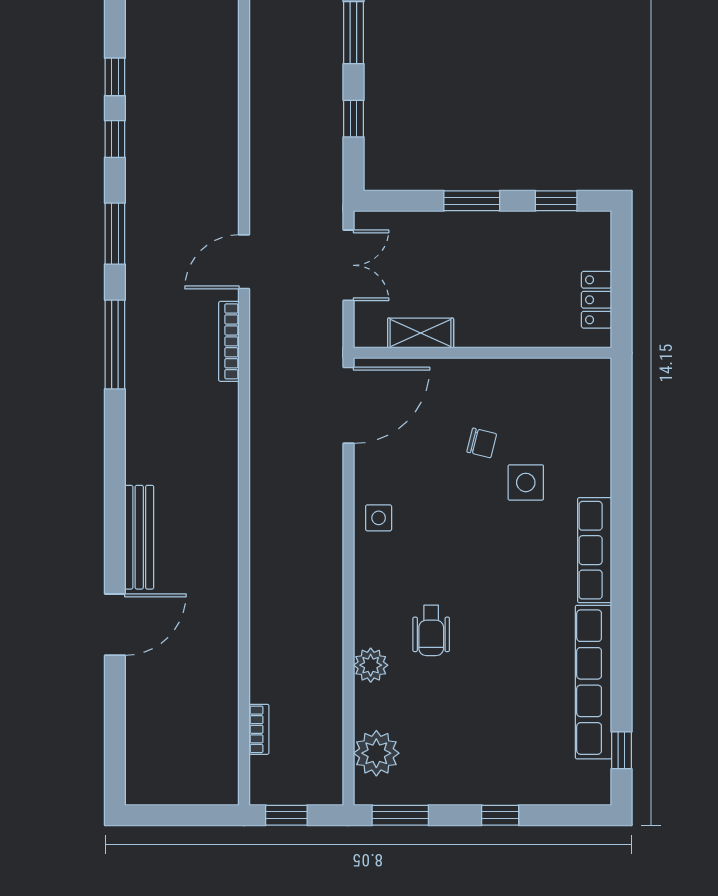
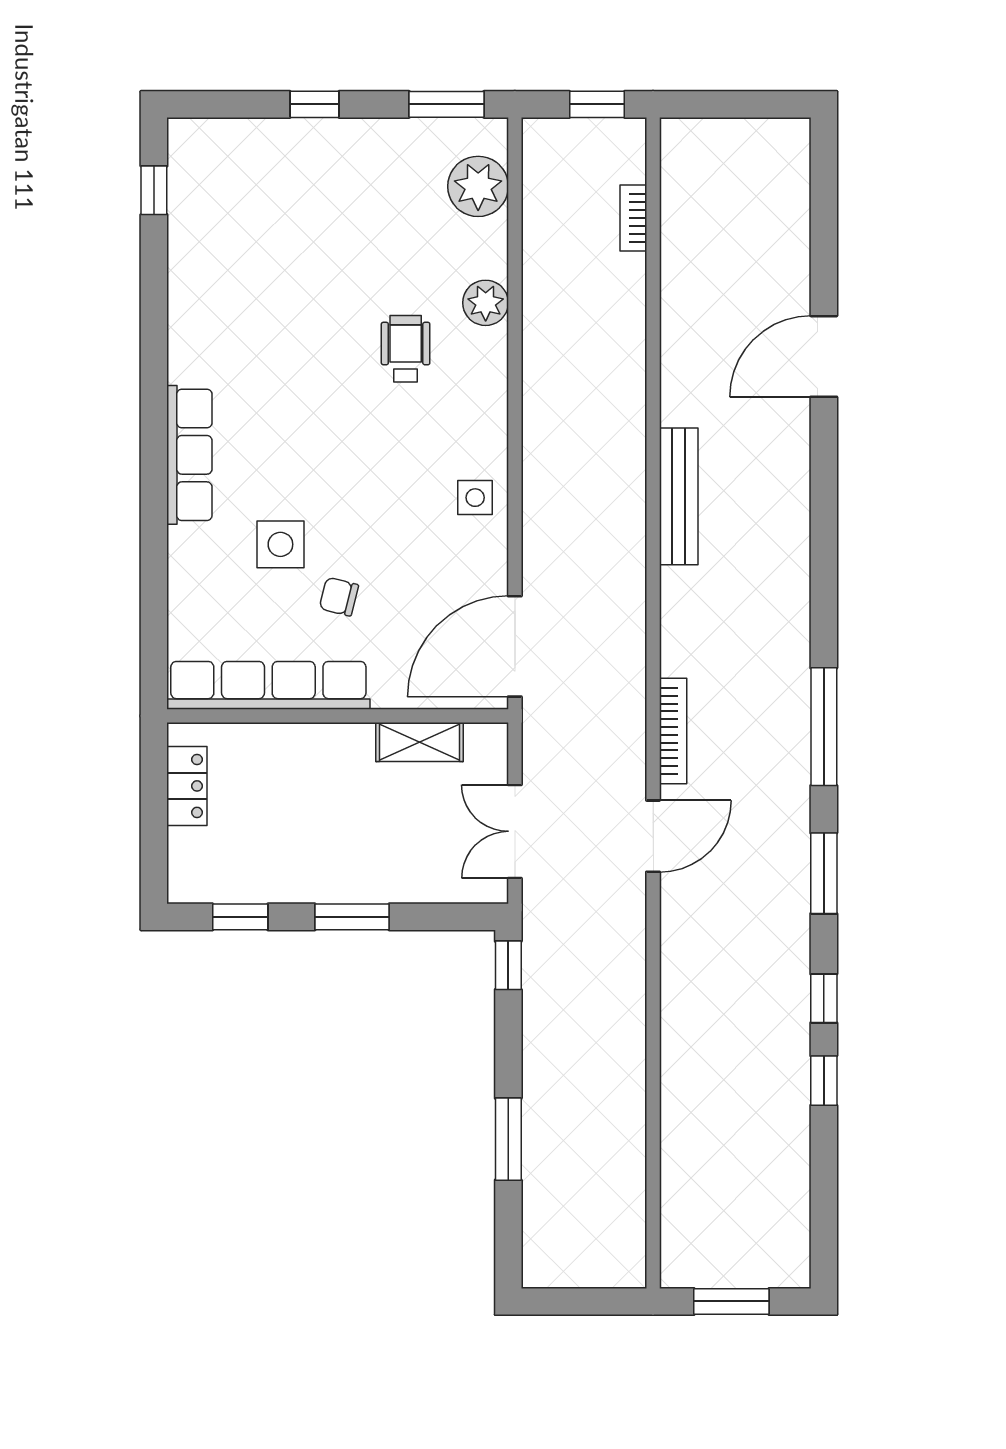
window: (353, 119) -> (508, 965), moved
bench: (139, 537) -> (679, 496), moved
row of seats: (593, 682) -> (268, 685), moved, turned -90

